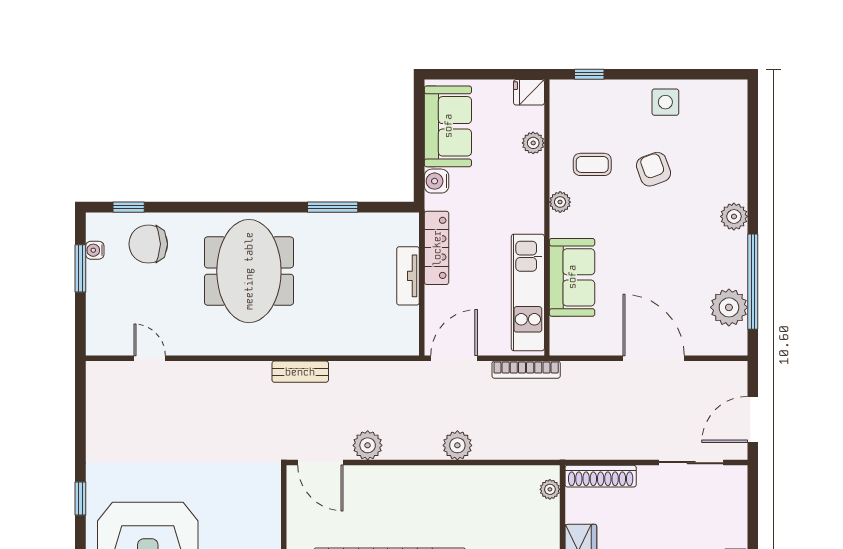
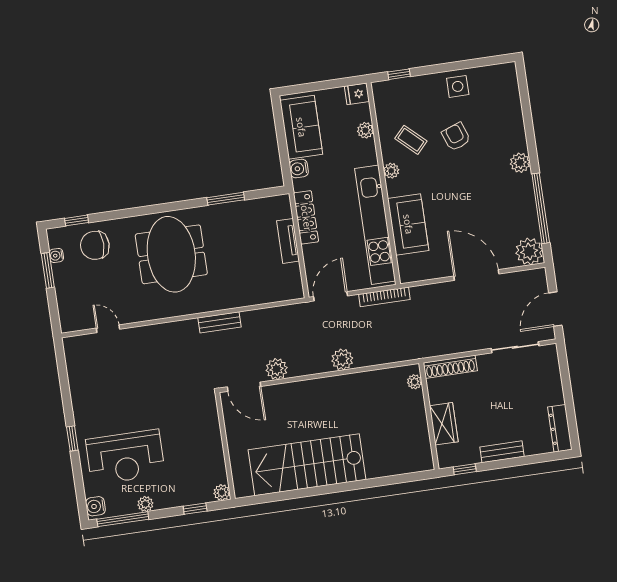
coffee table: (592, 164) -> (411, 140), turned 43
kitchen unit: (528, 292) -> (375, 225), width x1.36
plant: (729, 307) -> (529, 251), moved

